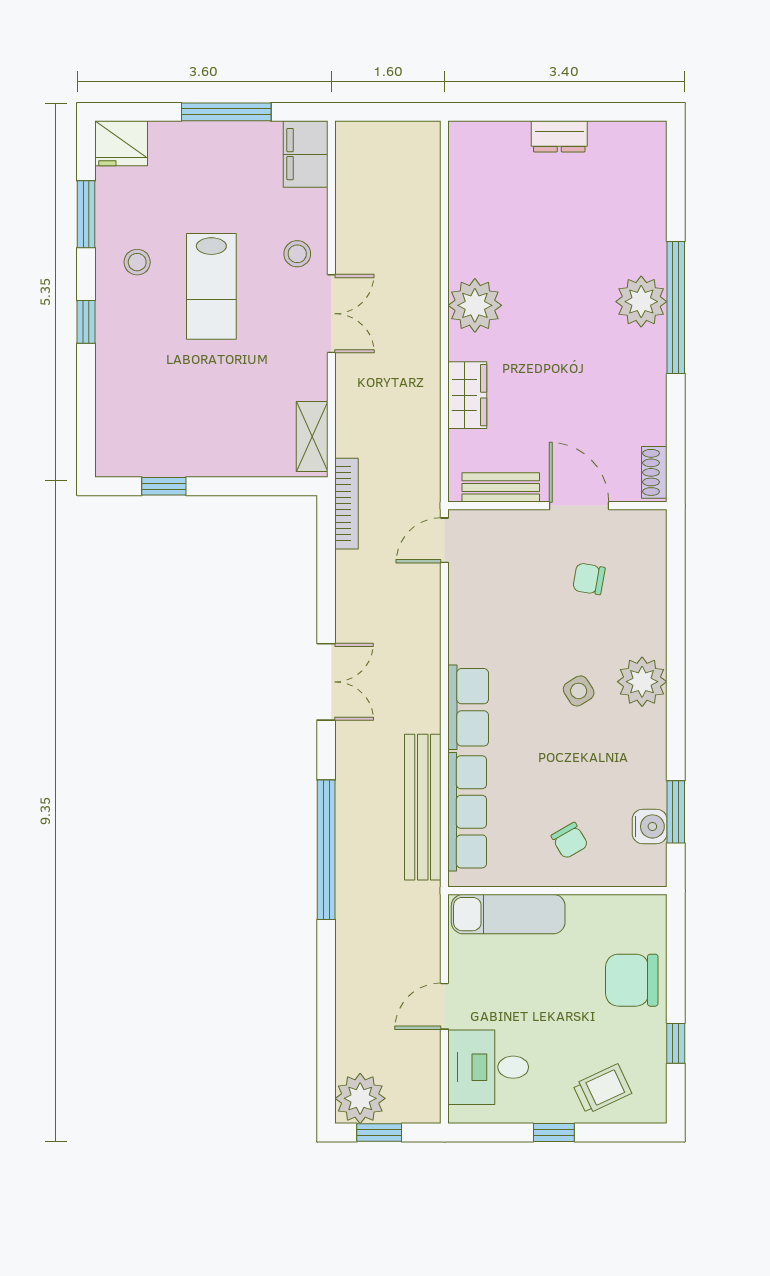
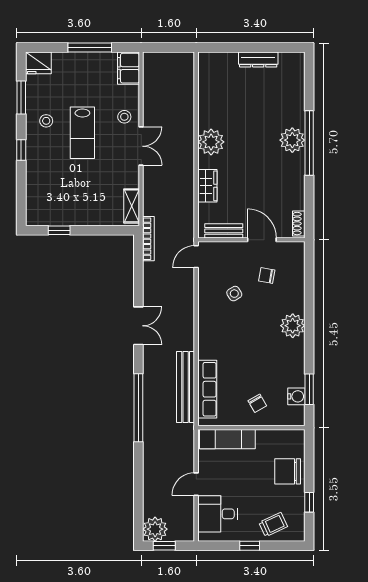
dresser: (559, 136) -> (258, 59), width x1.44
side table: (579, 691) -> (234, 294), moved
row of seats: (468, 707) -> (208, 338), removed

